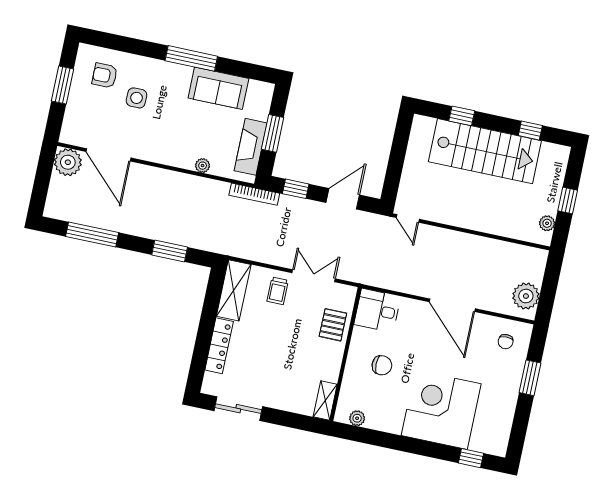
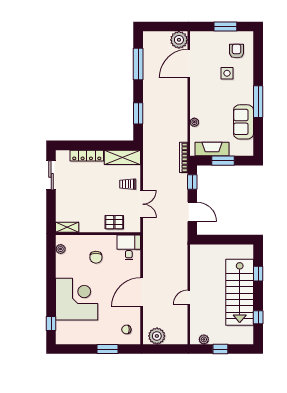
door: (408, 218) -> (189, 297), moved

